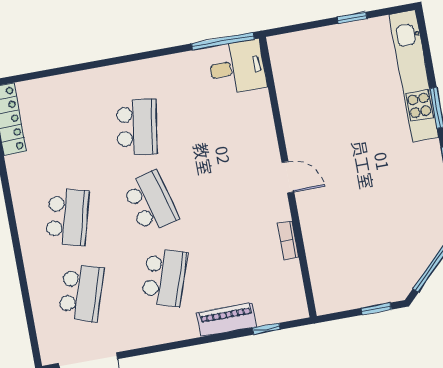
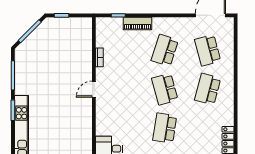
door: (288, 177) -> (94, 89), hinge flipped
school desk: (81, 292) -> (208, 50), turned -33

